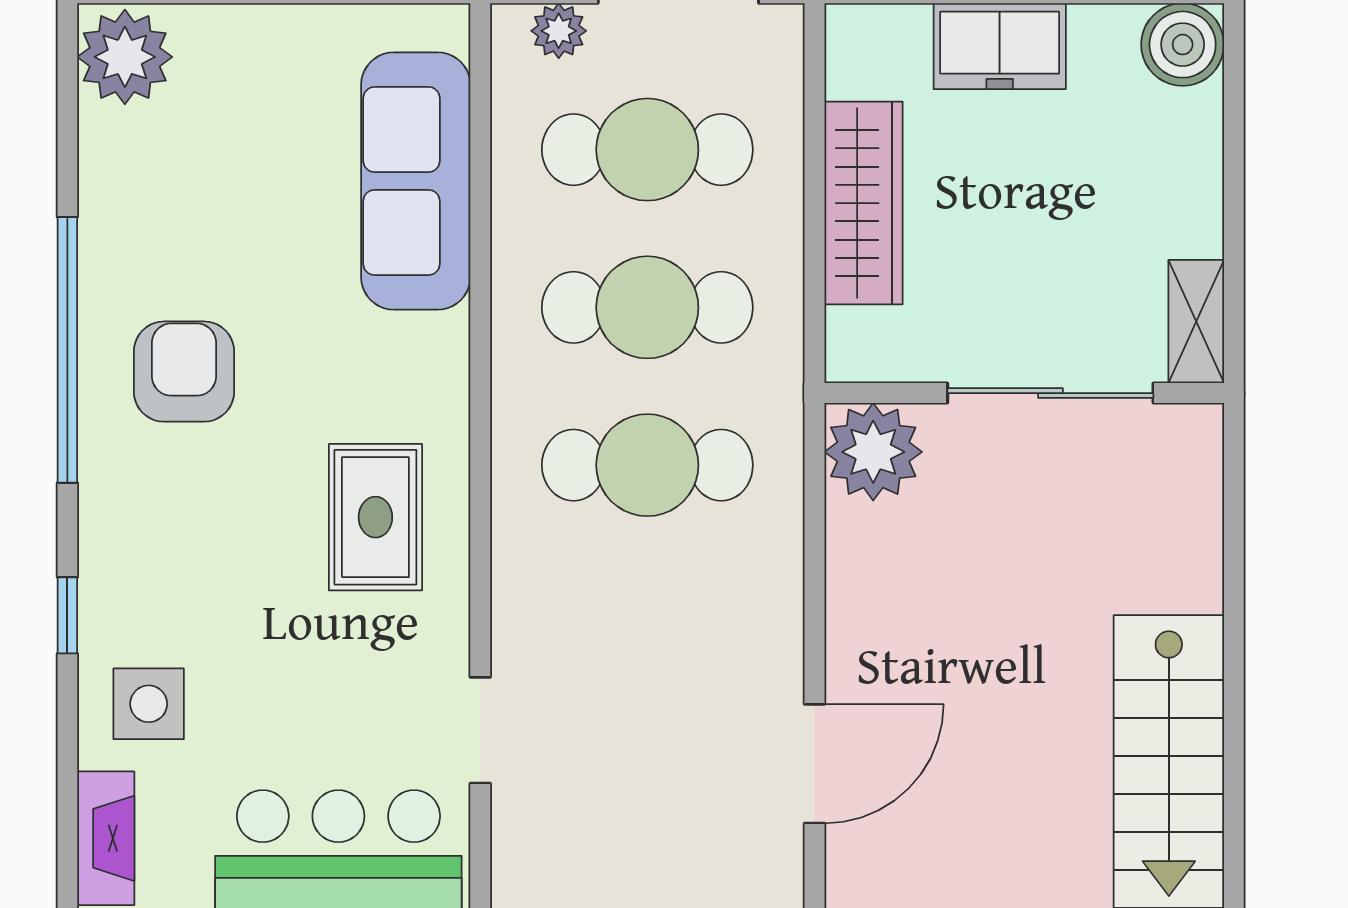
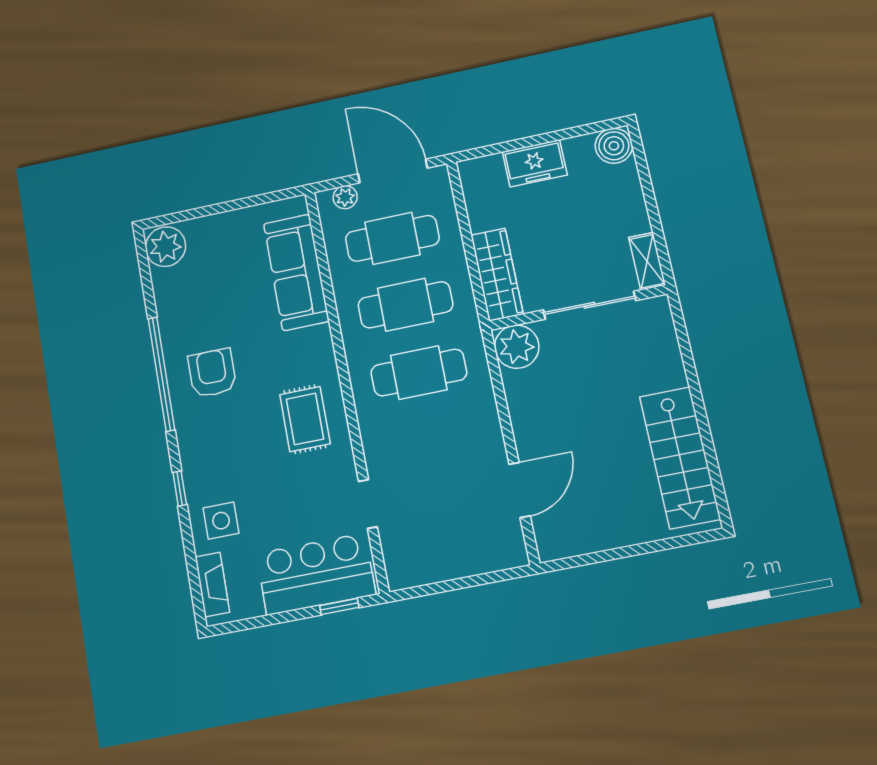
wardrobe: (864, 203) -> (497, 274), moved

